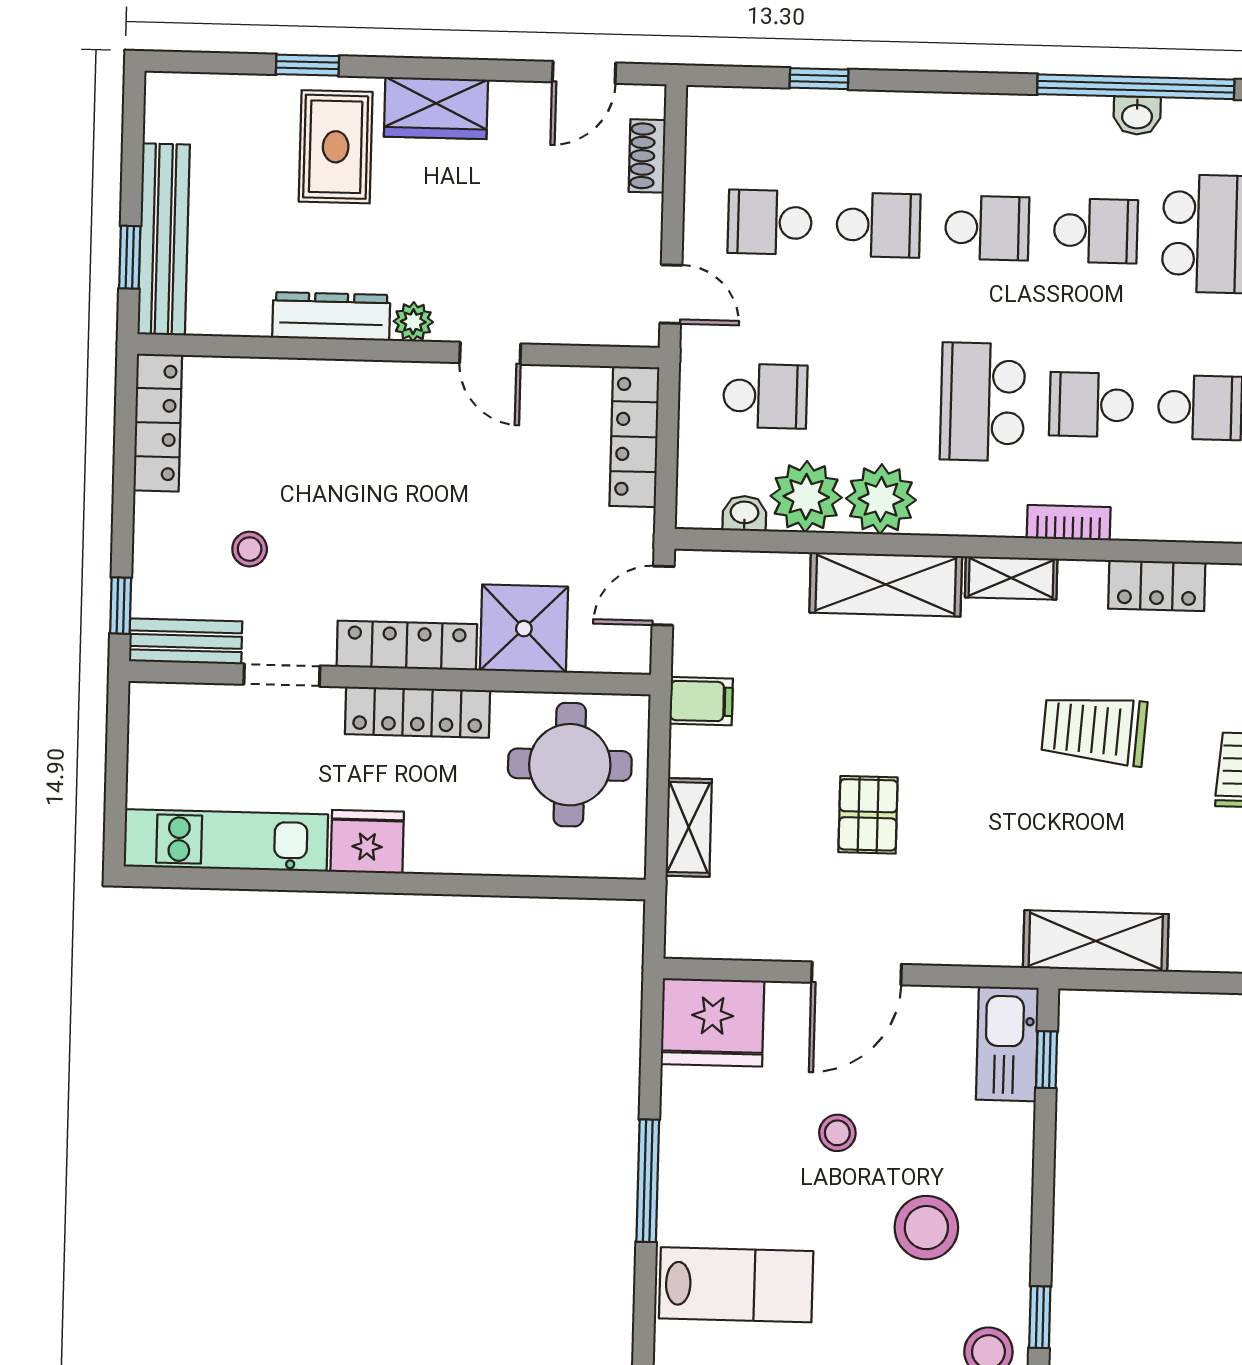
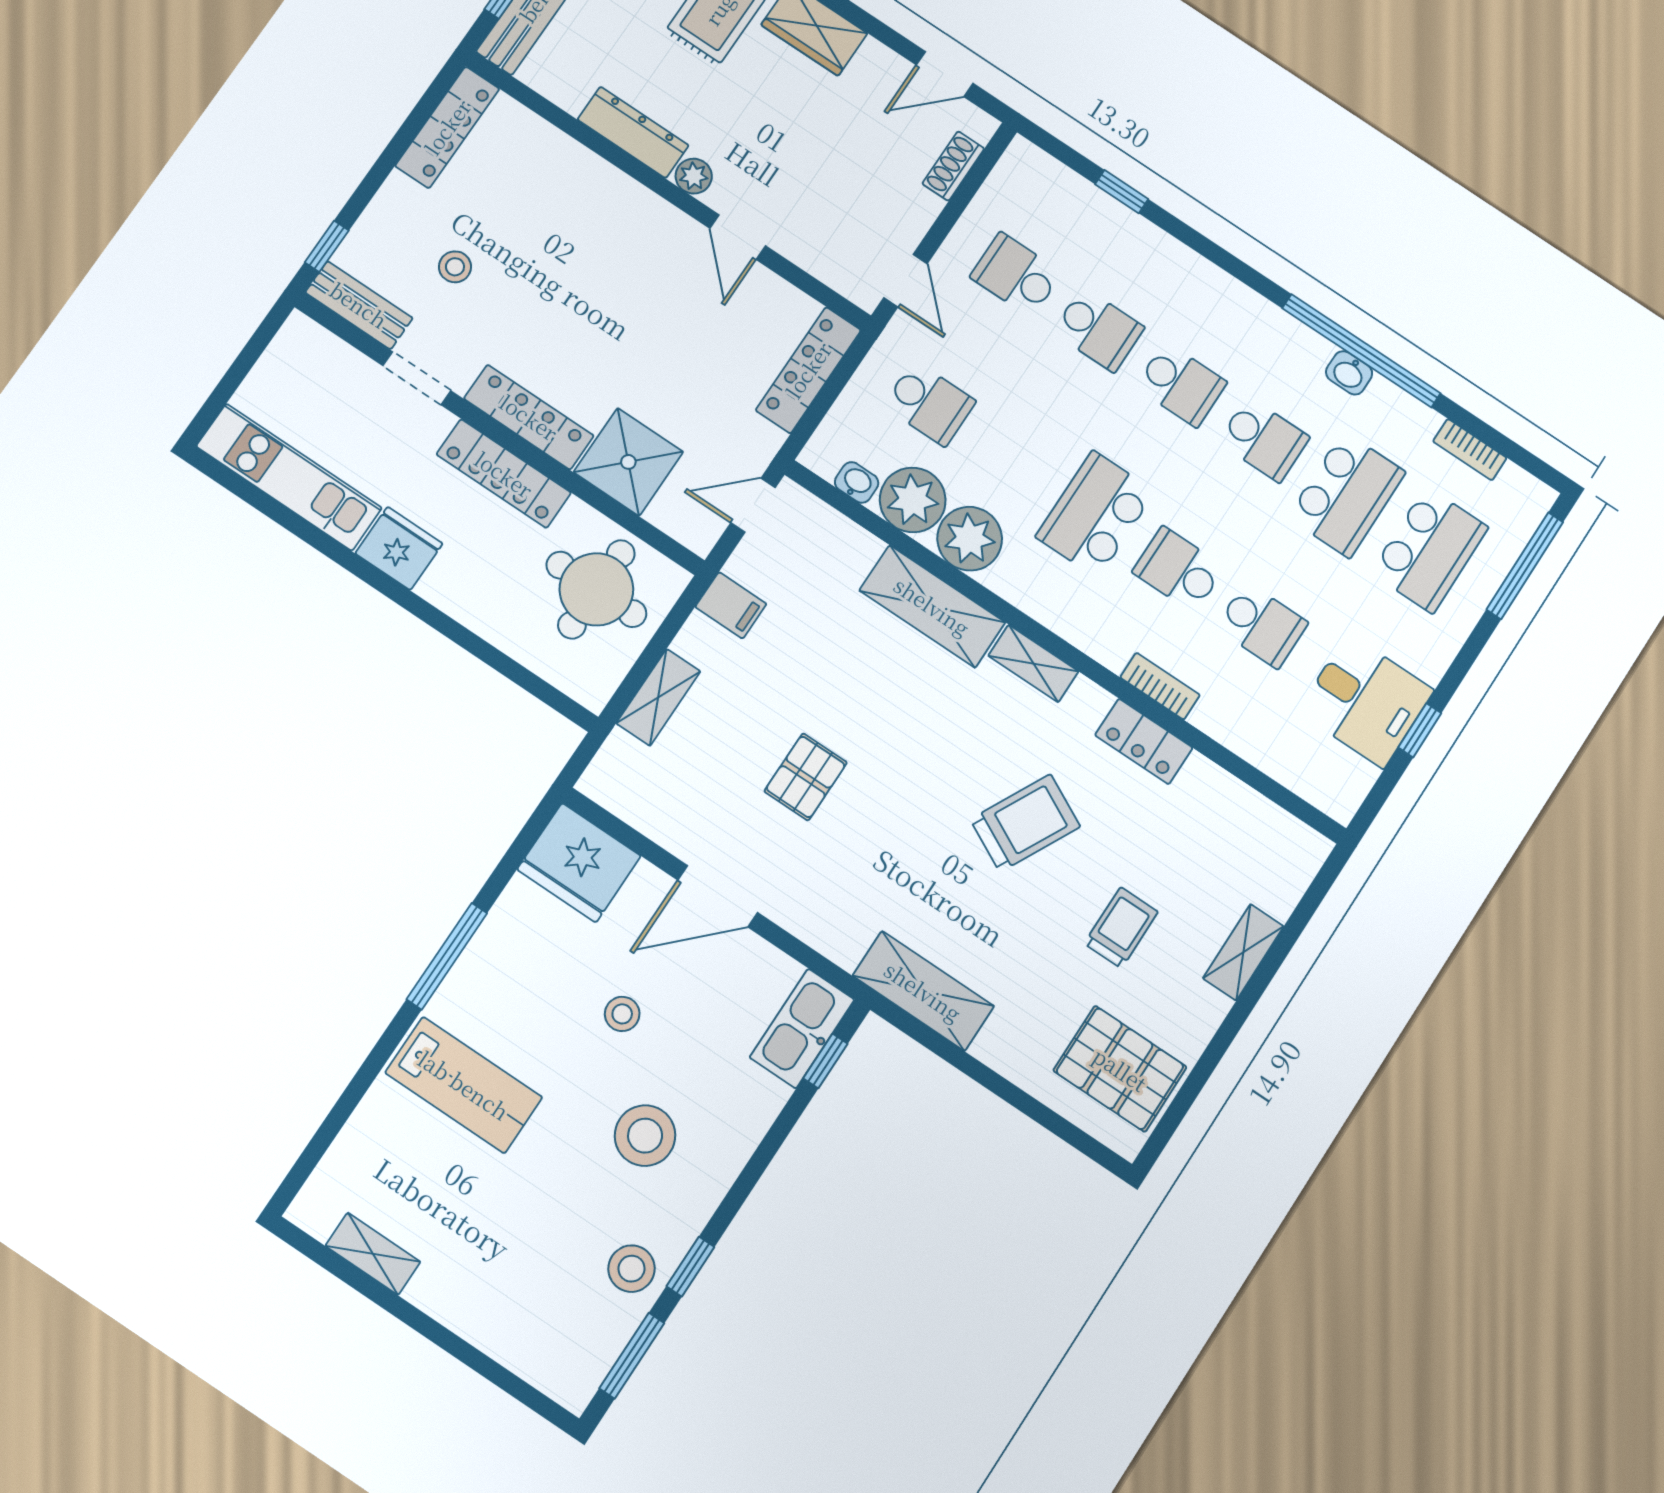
bookcase: (1069, 523) -> (1160, 686), moved
trolley: (1094, 730) -> (1025, 823), turned 113

